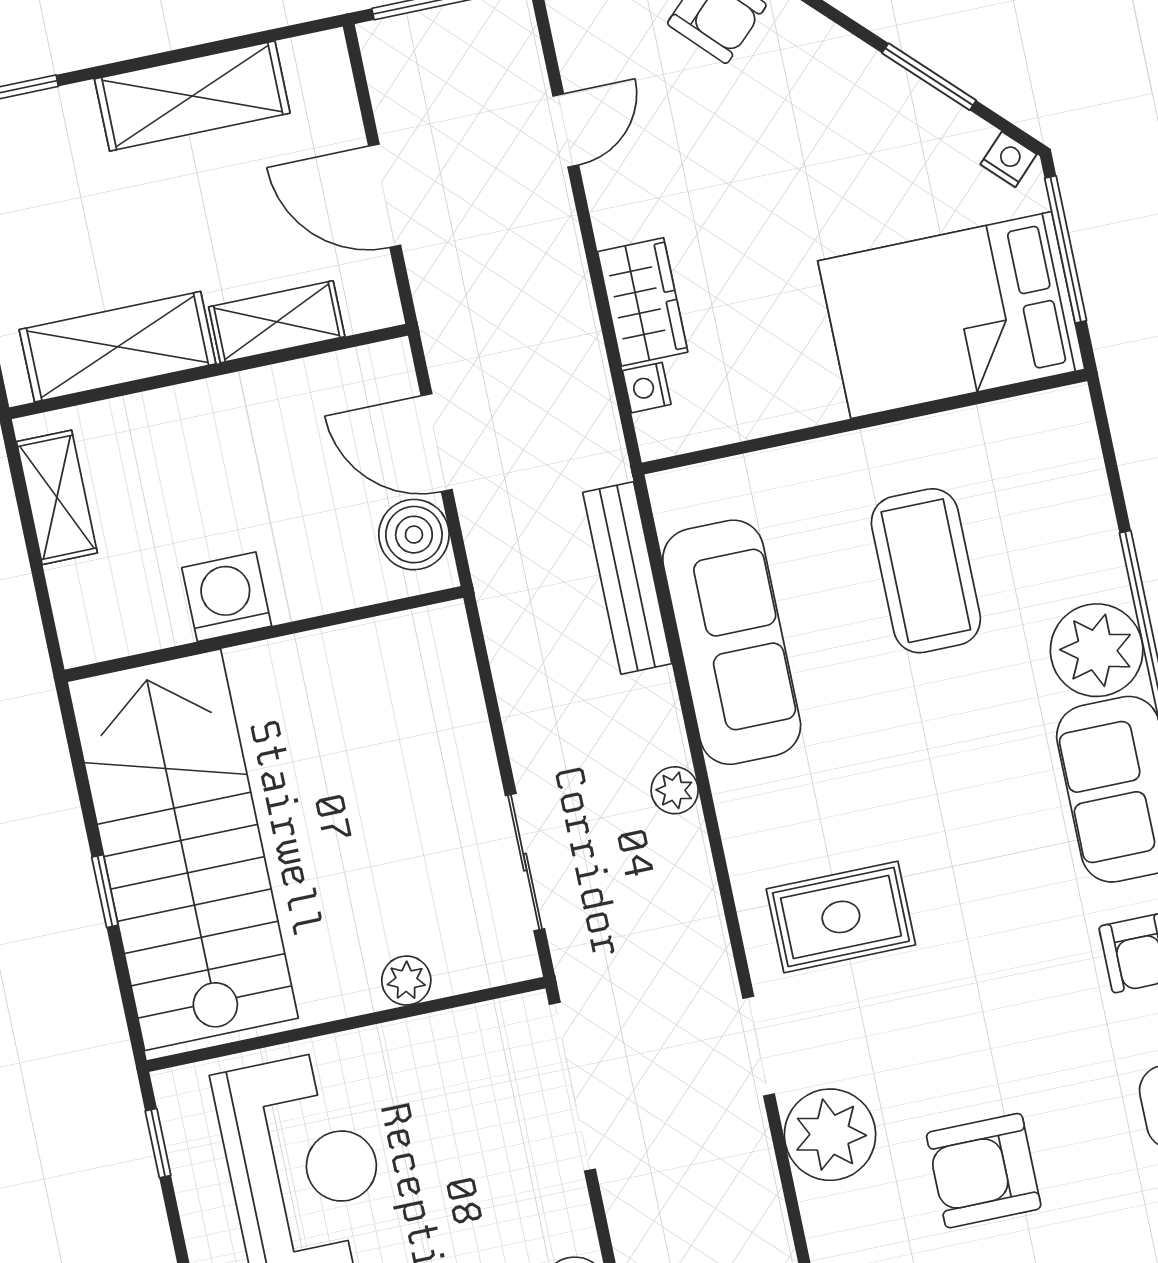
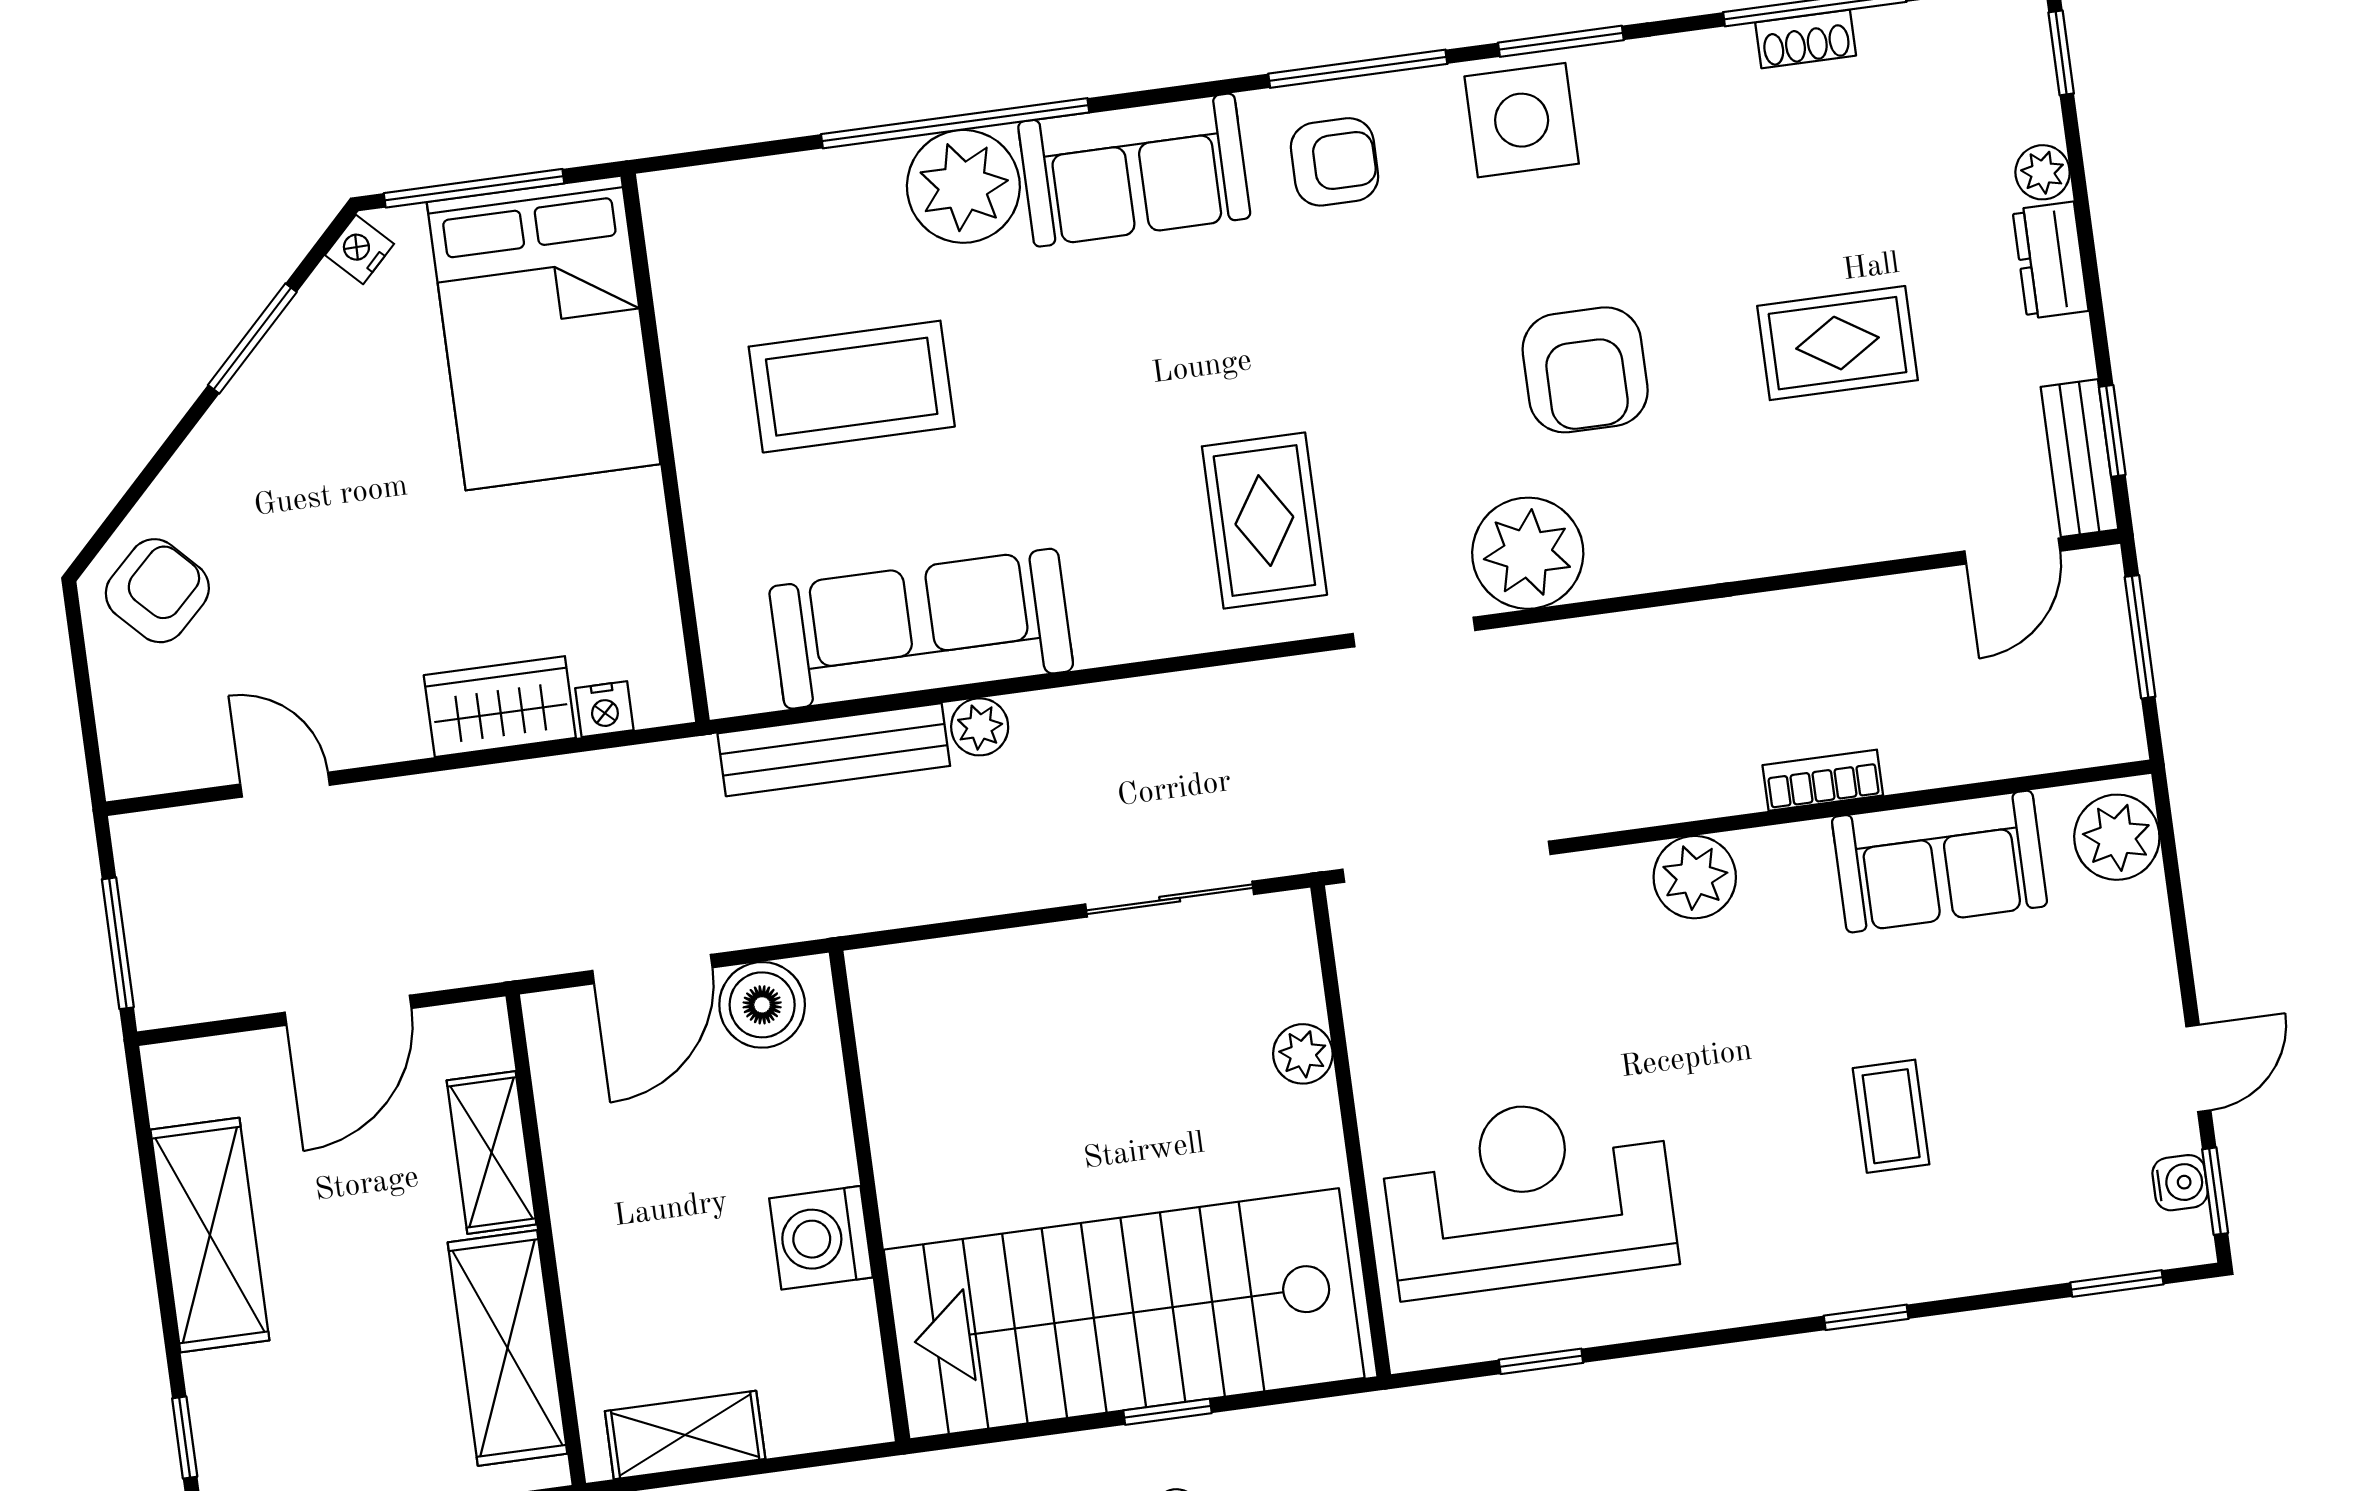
plant: (675, 790) -> (980, 727), moved
window: (158, 1143) -> (1541, 1361), moved

